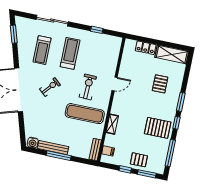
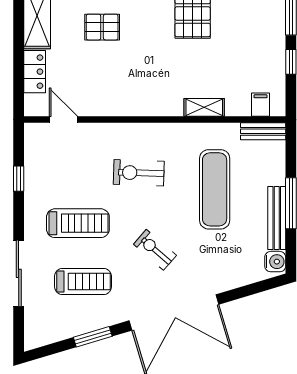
window: (14, 34) -> (93, 337), moved
treadmill: (70, 53) -> (78, 223), turned 180
door: (115, 84) -> (63, 120), moved
exercise mat: (85, 114) -> (215, 189), moved
pallet: (139, 160) -> (266, 38), removed

